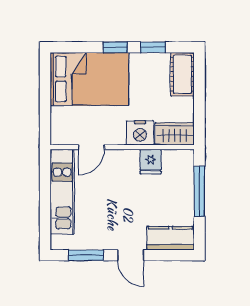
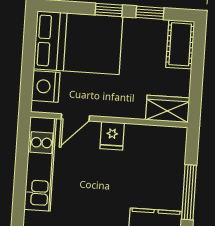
nightstand: (140, 133) -> (46, 86), moved, turned 90
fridge: (151, 162) -> (112, 136), moved
window: (199, 191) -> (189, 192), moved

